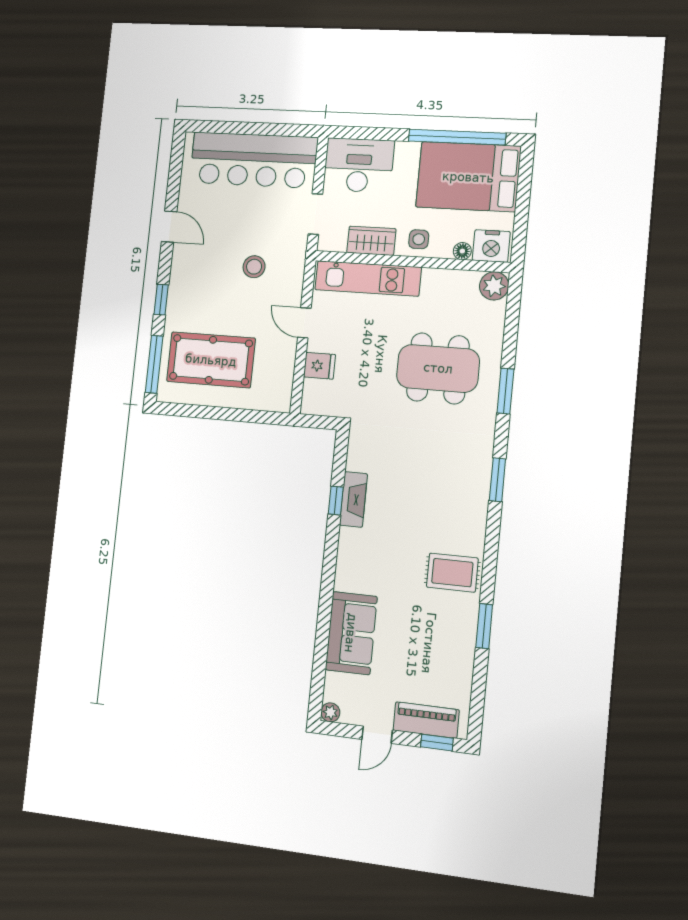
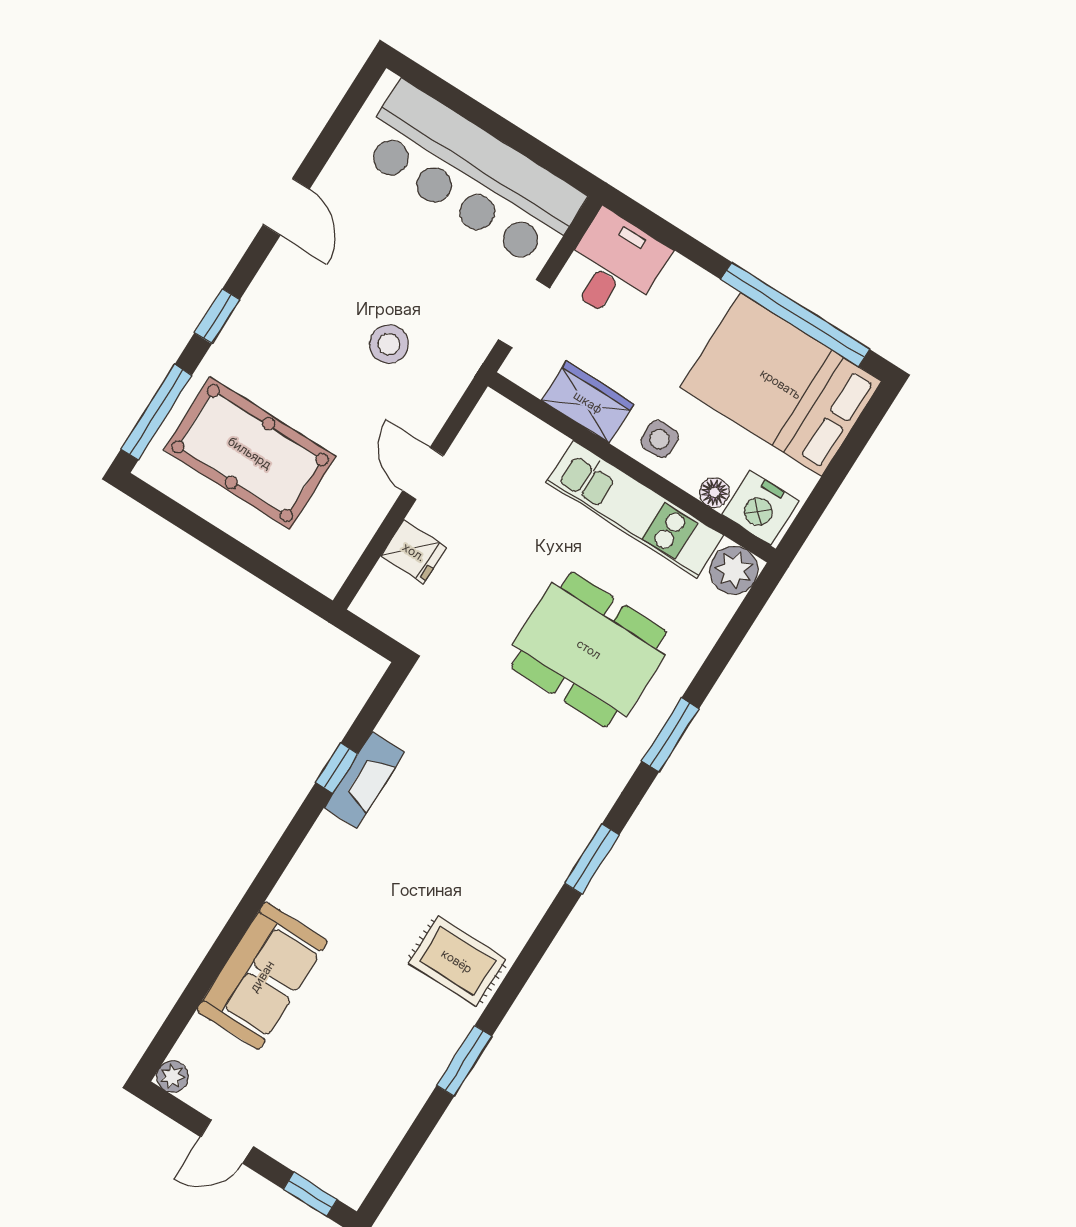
desk: (359, 165) -> (614, 266), width x0.73
kitchen unit: (368, 278) -> (635, 509), moved
piano: (426, 720) -> (311, 1155), removed

